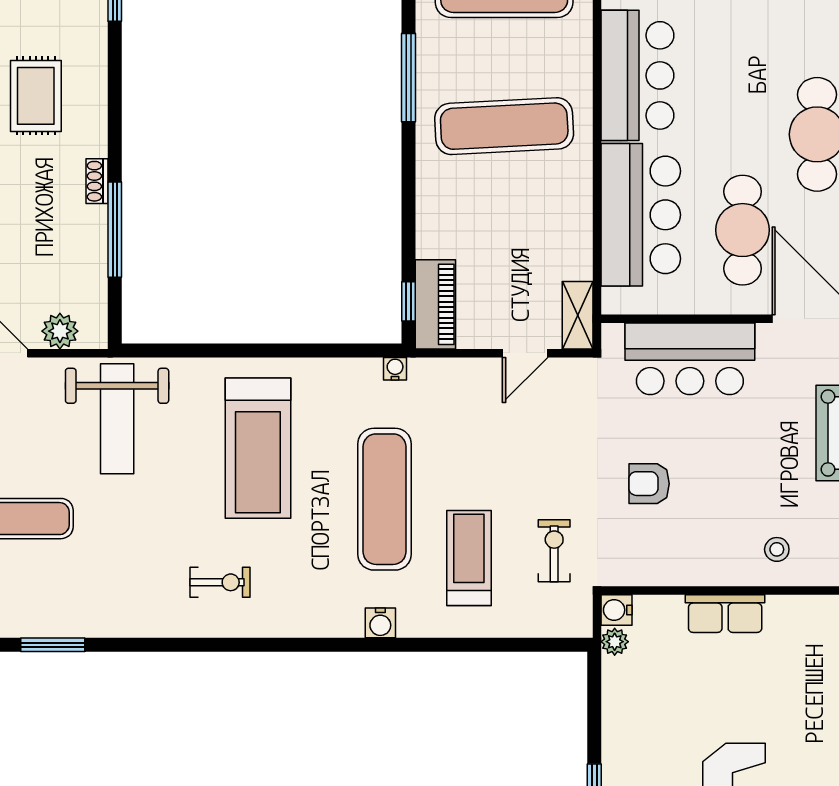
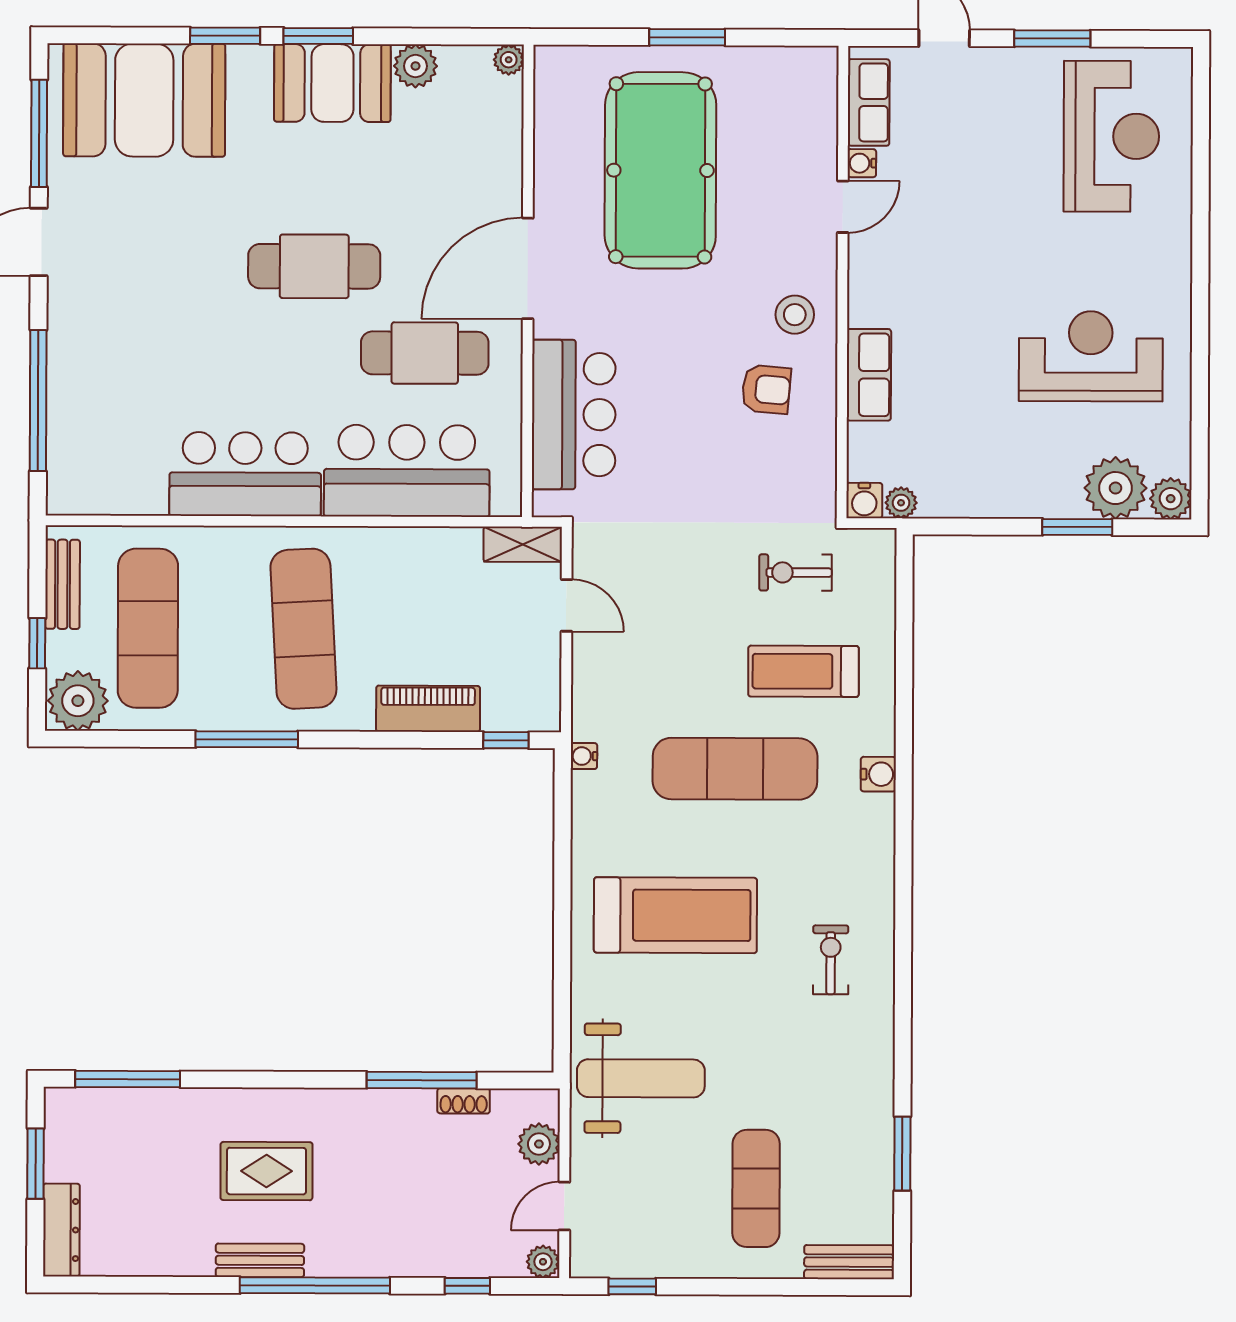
shoe rack: (97, 181) -> (464, 1101), moved
piano: (435, 304) -> (428, 709), moved
armchair: (649, 484) -> (766, 389), moved, turned -85
stool: (777, 549) -> (795, 315), width x1.37, depth x1.37

